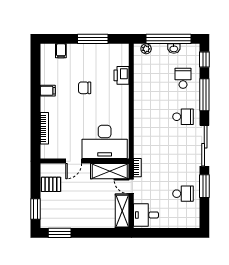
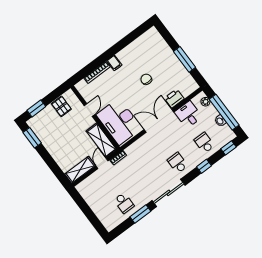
filing cabinet: (61, 51) -> (160, 43), removed
school desk: (183, 78) -> (204, 143), turned -90
filing cabinet: (48, 91) -> (114, 63), moved
window: (204, 95) -> (204, 166), width x0.46
double door: (131, 105) -> (159, 121), added
school desk: (183, 117) -> (178, 163), turned 180
door: (74, 161) -> (90, 110), swing flipped
desk: (146, 215) -> (188, 115), moved

